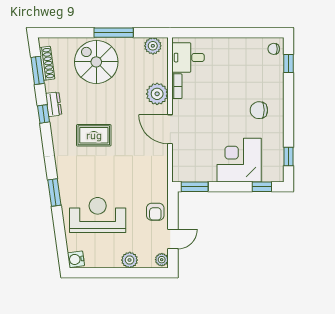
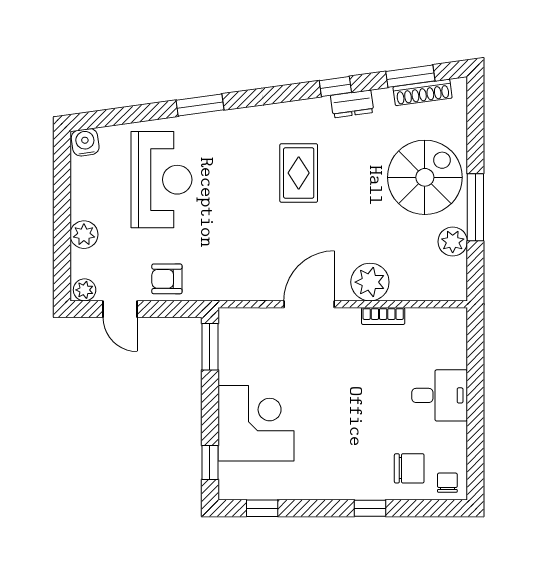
plant: (153, 46) -> (453, 242), moved
desk: (188, 58) -> (440, 395), moved, turned 90
window: (289, 63) -> (370, 508), moved
chair: (259, 110) -> (409, 468), moved, turned 90

